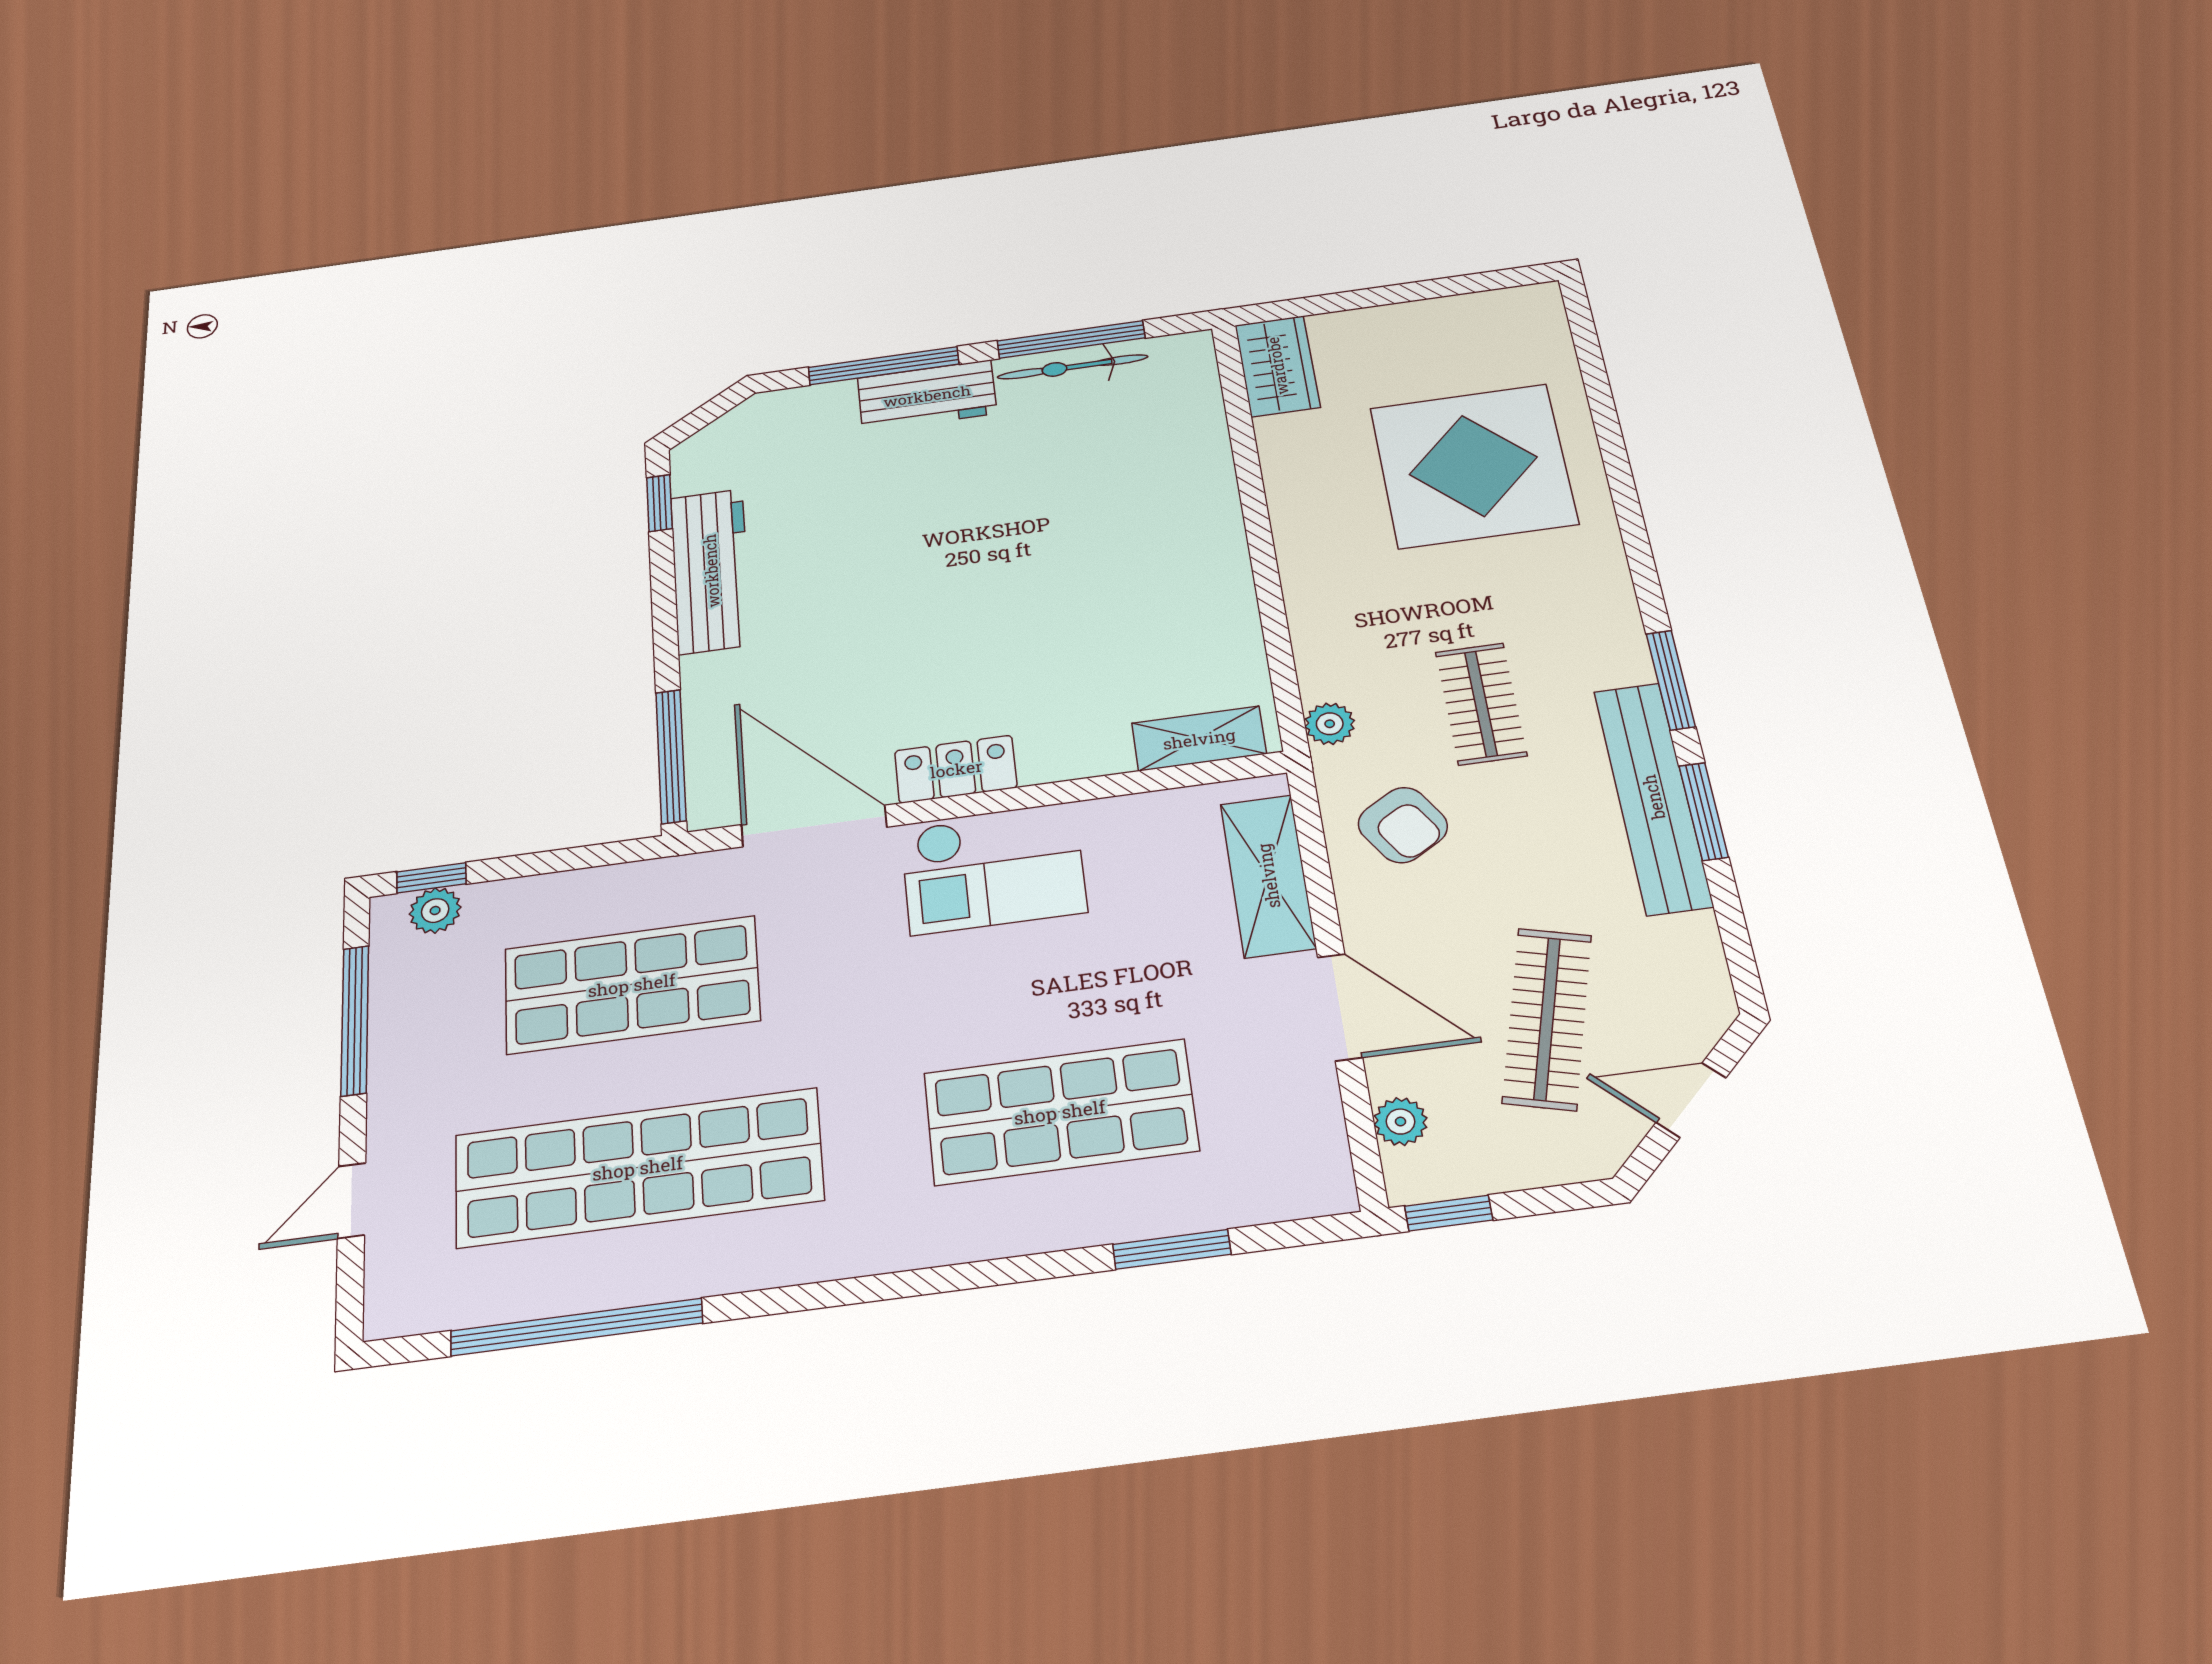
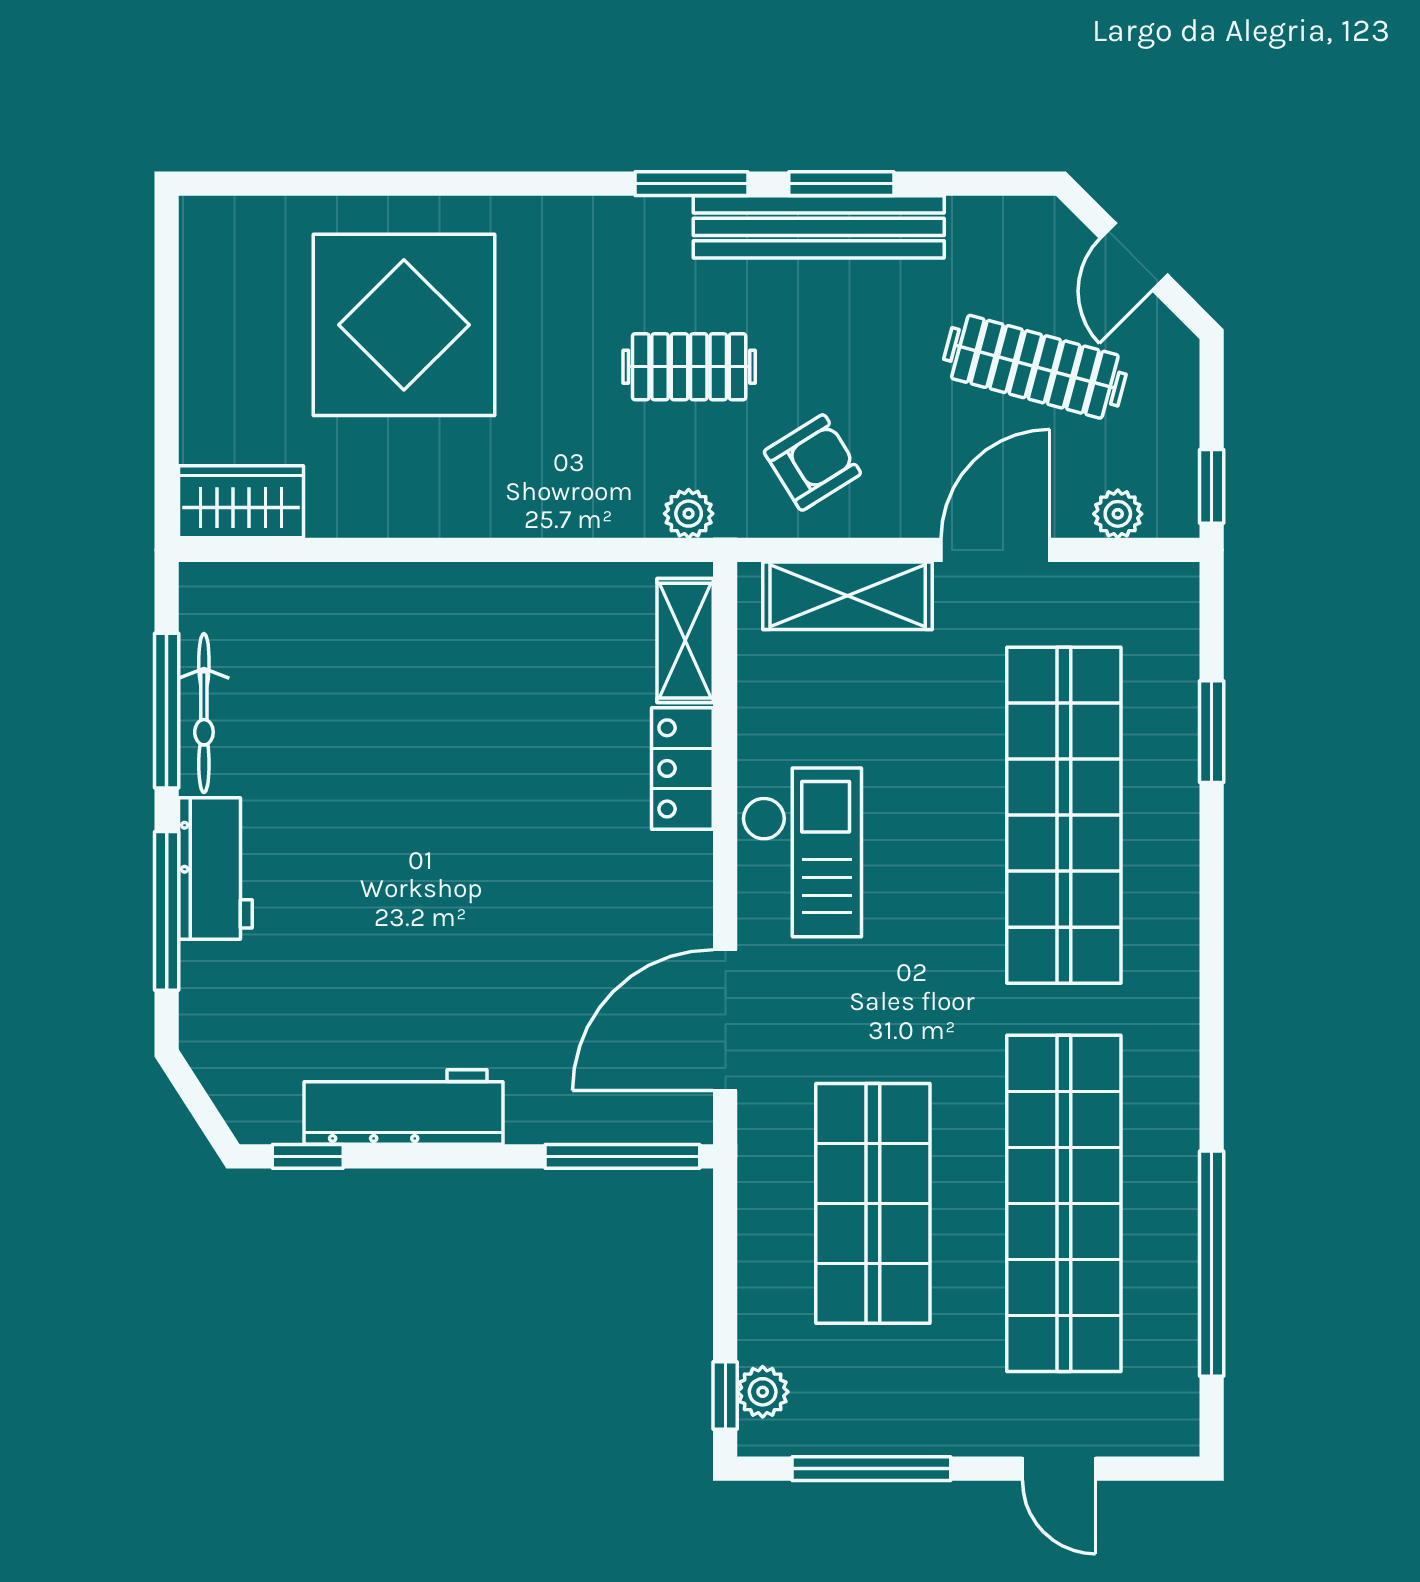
locker: (956, 769) -> (682, 768), moved
shop shelf: (1060, 1112) -> (1064, 815), width x1.40

